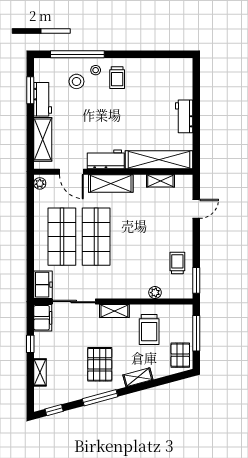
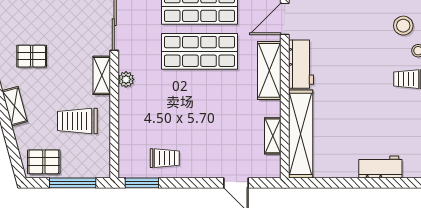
workbench: (184, 116) -> (380, 167), moved
plant: (155, 293) -> (126, 79), moved
pallet: (100, 364) -> (32, 56), width x0.67, depth x0.71

